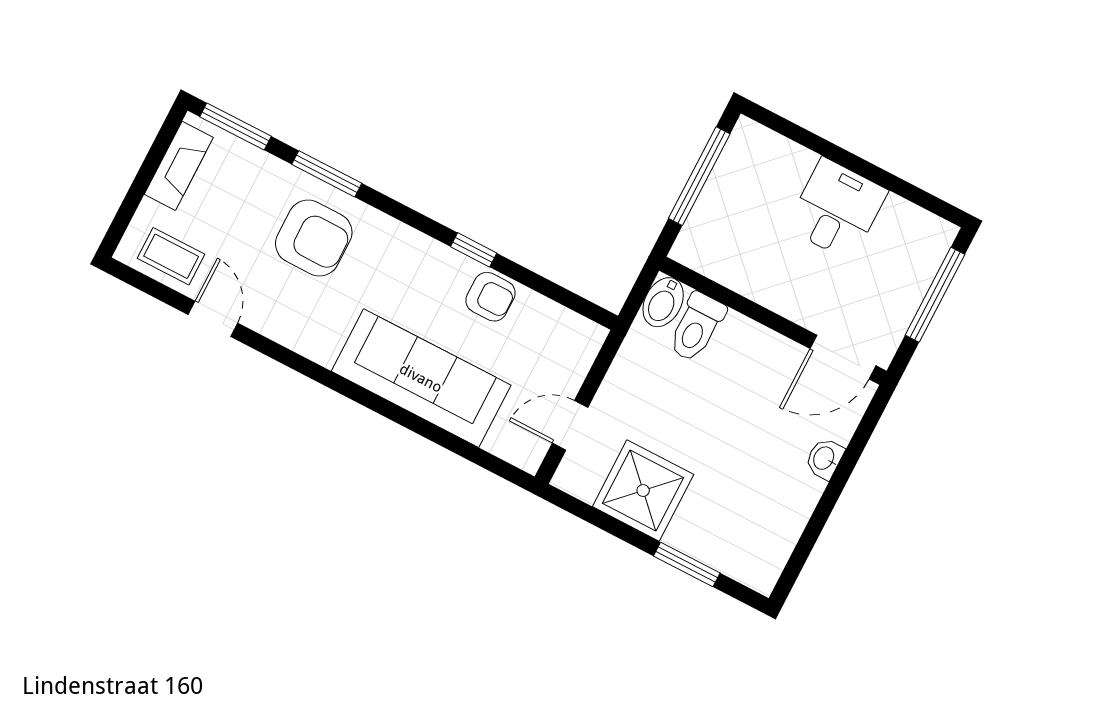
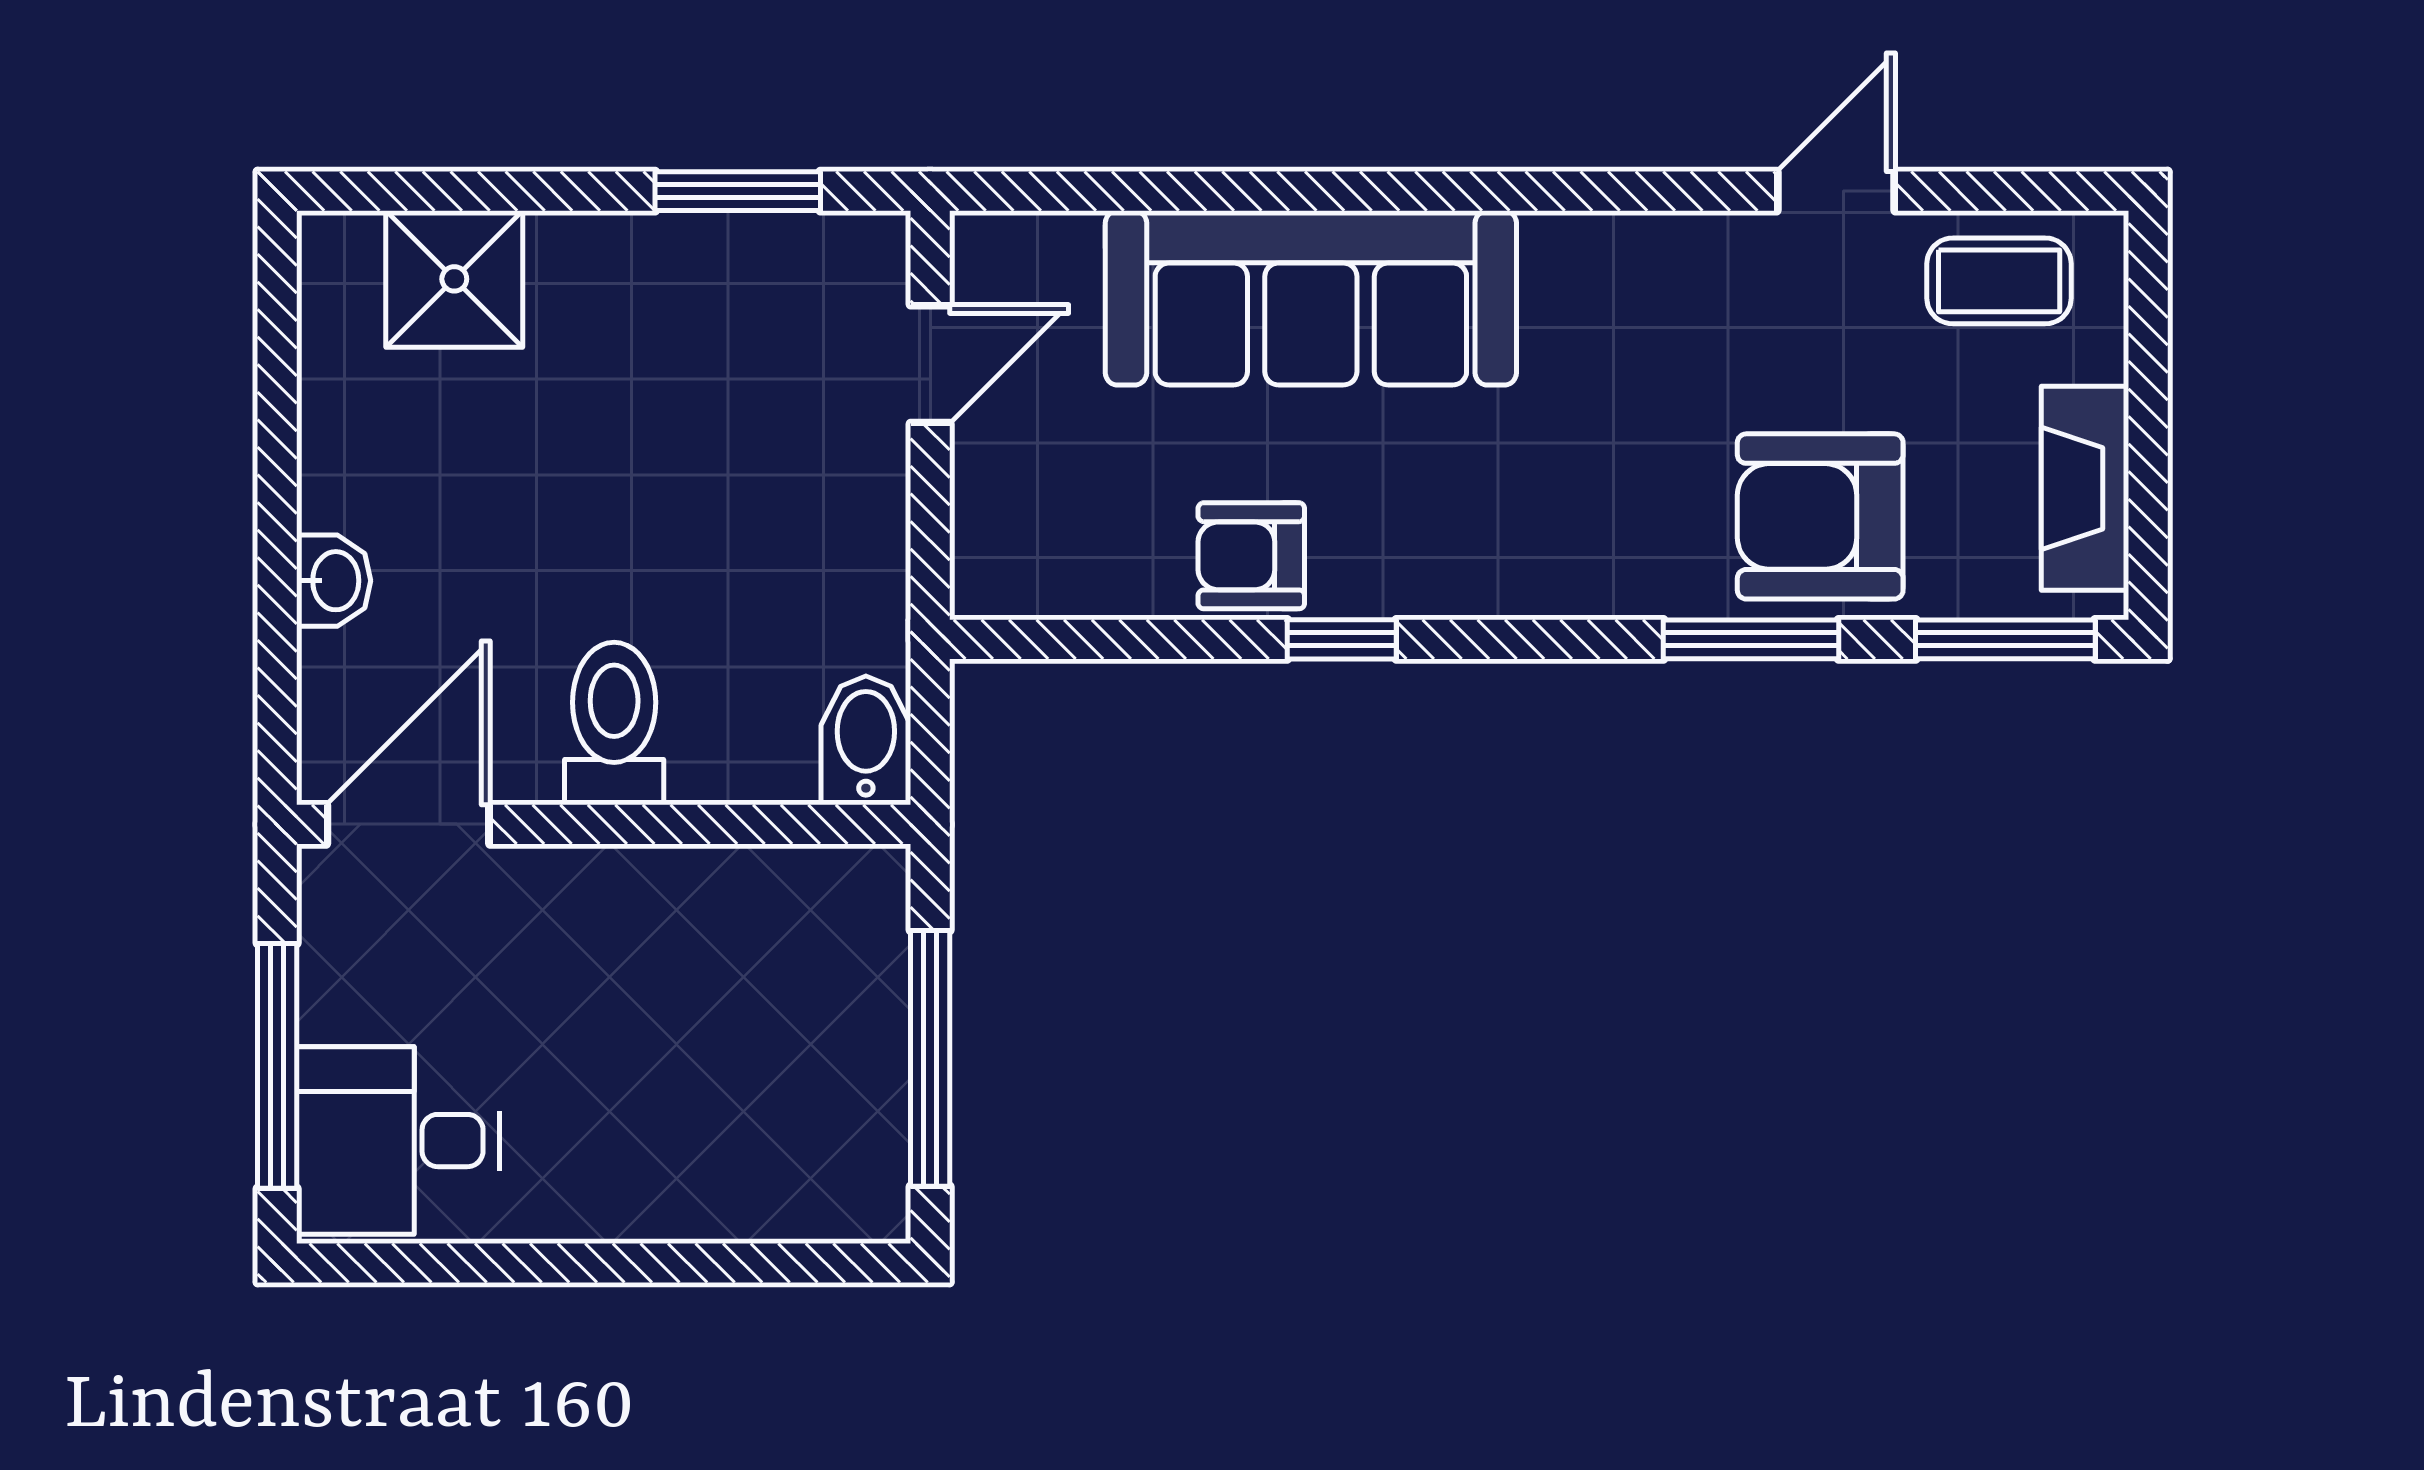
desk: (837, 209) -> (398, 1141), moved, turned 90
armchair: (314, 238) -> (1820, 516), moved
door: (213, 319) -> (1836, 191), swing flipped
toilet: (697, 327) -> (614, 724), moved
shower: (643, 491) -> (454, 279), moved, width x0.73, depth x0.73
window: (687, 565) -> (738, 191), moved

